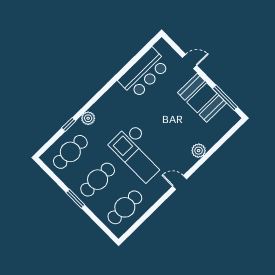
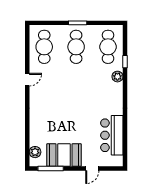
plant: (199, 151) -> (35, 152), moved
checkout: (139, 152) -> (68, 87), removed
door: (180, 183) -> (27, 80), moved

